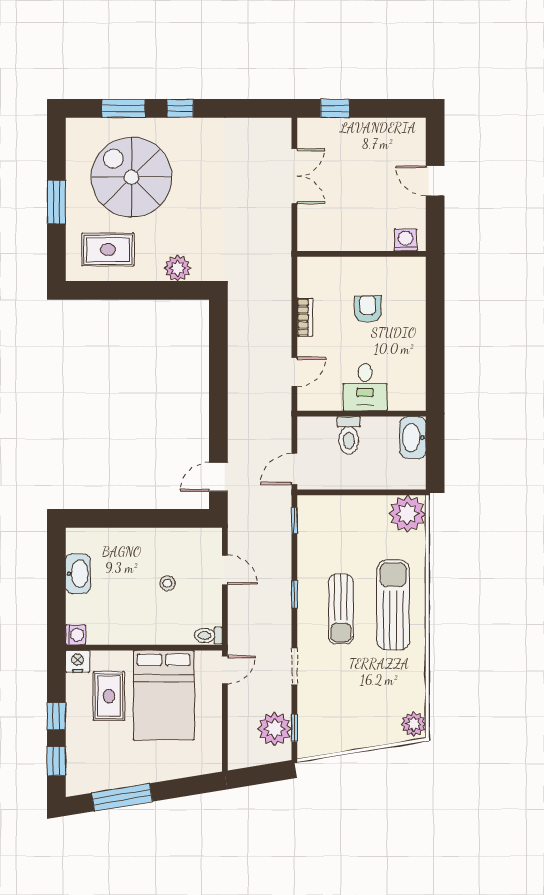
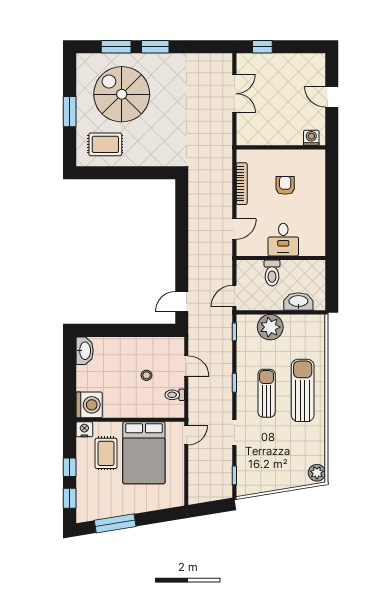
window: (180, 108) -> (155, 47), width x1.50
plant: (178, 268) -> (153, 157), removed
bookcase: (305, 317) -> (242, 184), width x1.56
washbasin: (413, 438) -> (298, 302), moved, turned 90
plant: (407, 514) -> (270, 327), moved
washbasin: (78, 574) -> (85, 351), moved
sun lounger: (341, 609) -> (267, 393), turned 180
washing machine: (76, 635) -> (89, 405), width x1.89, depth x1.89
toilet: (208, 636) -> (175, 395), moved
plant: (275, 729) -> (221, 476), removed

